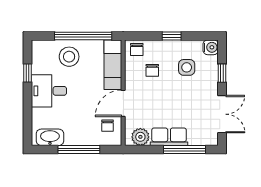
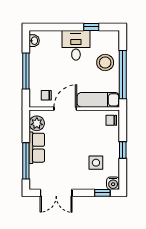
chair: (152, 70) -> (93, 133), removed
window: (222, 73) -> (102, 193), moved
door: (123, 103) -> (65, 109), hinge flipped
washbasin: (50, 137) -> (34, 41), width x0.52, depth x0.69

